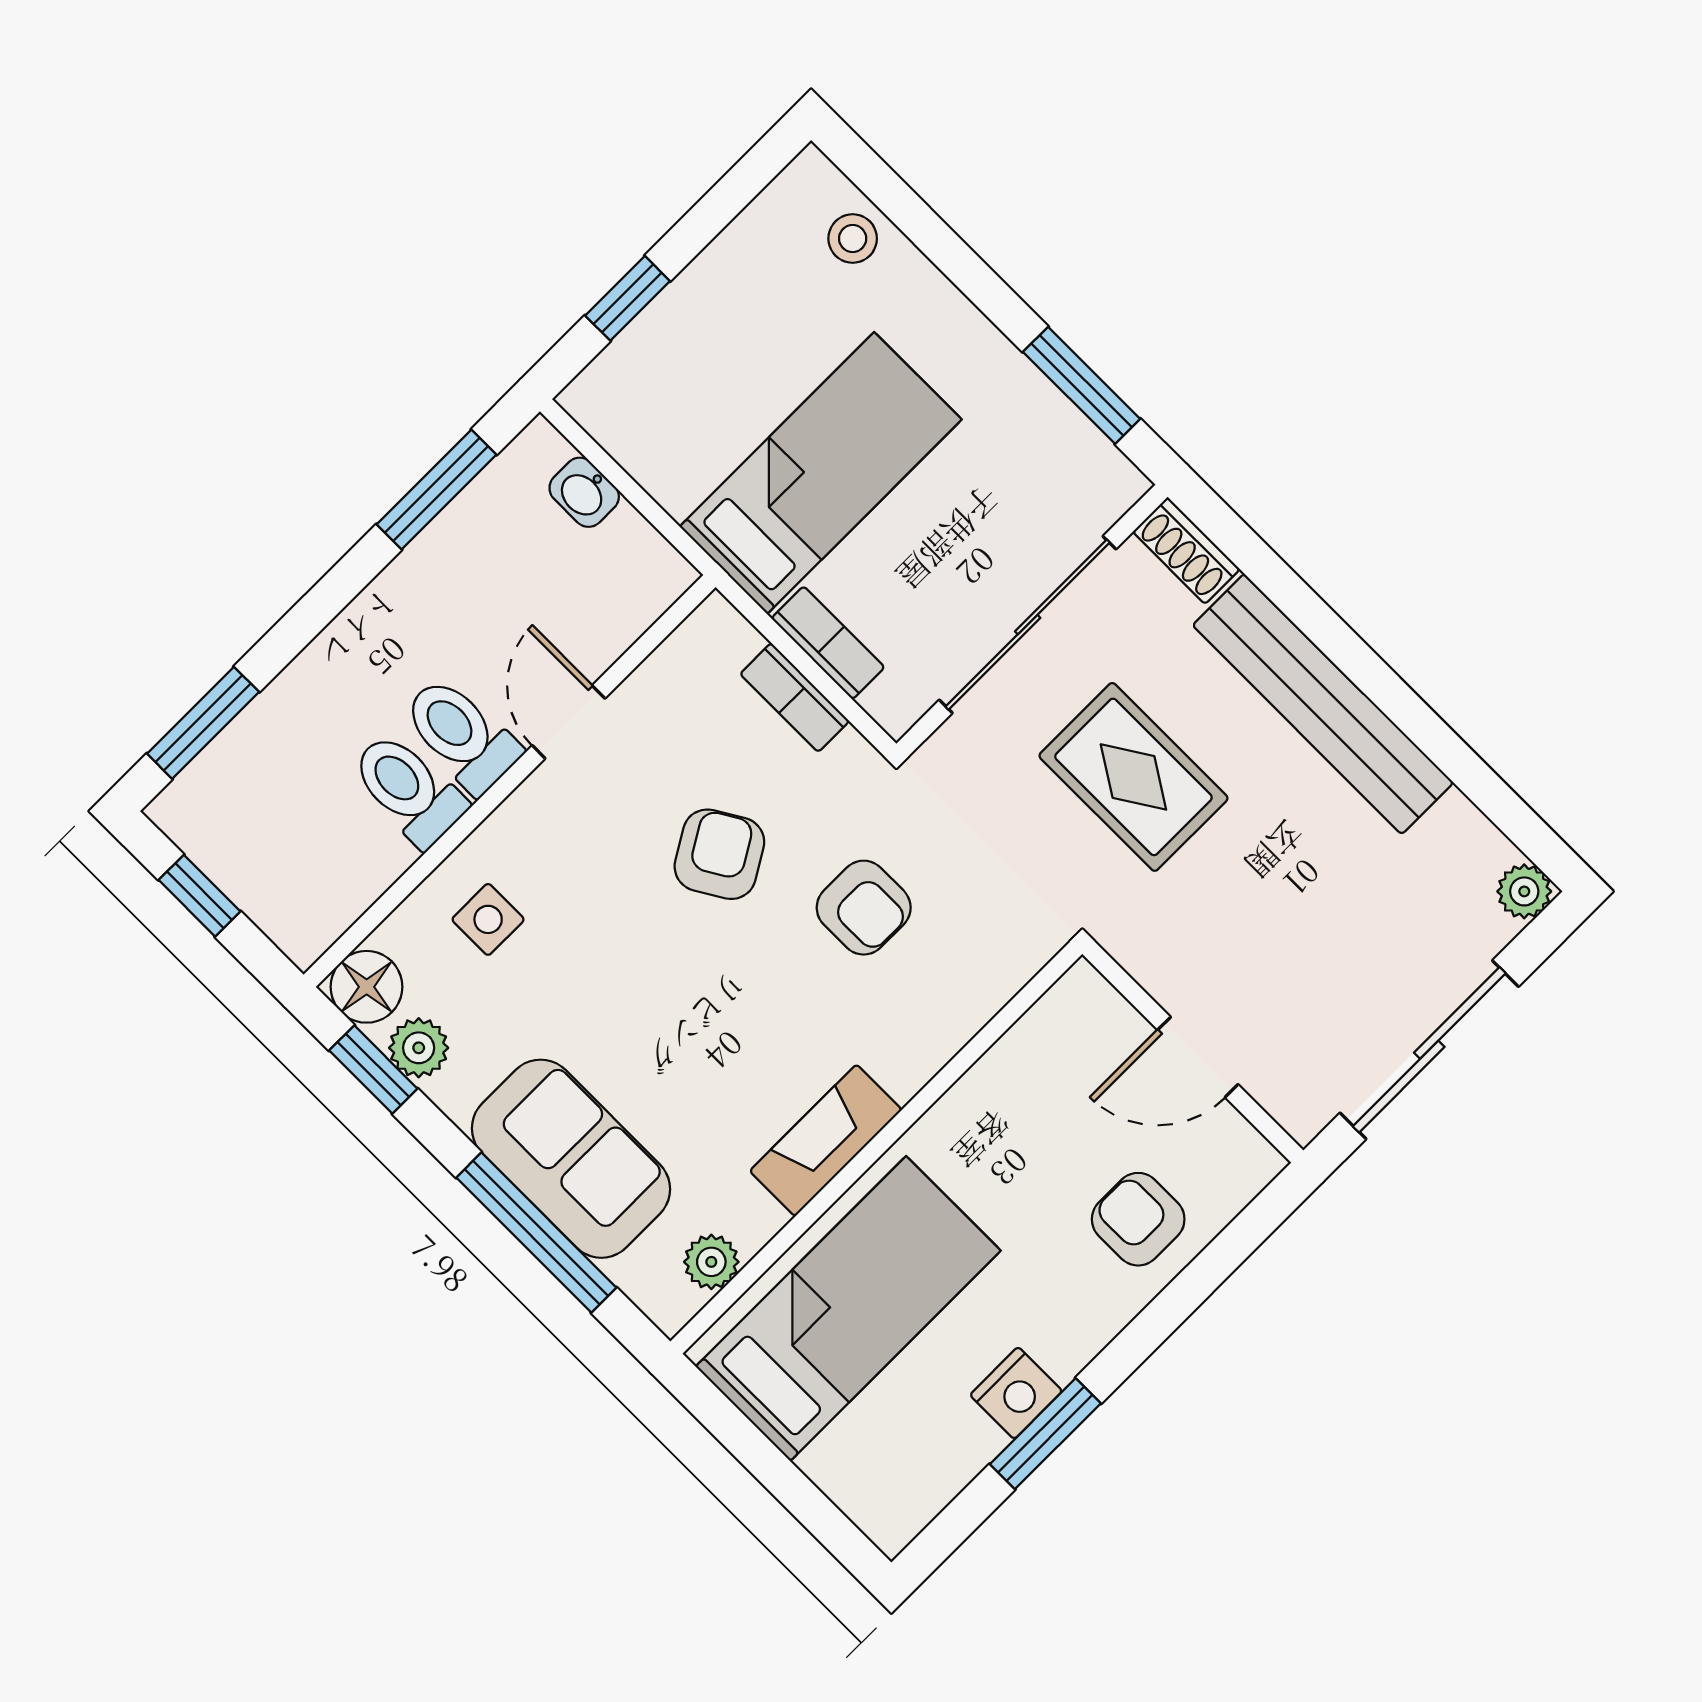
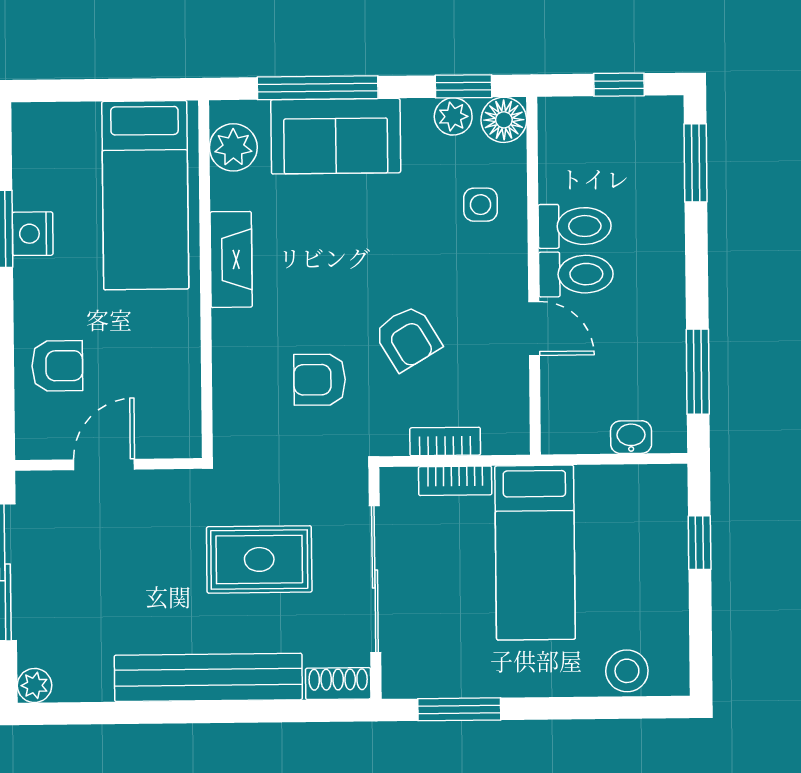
stool: (853, 239) -> (627, 671), width x1.37, depth x1.37
plant: (711, 1262) -> (233, 147), width x1.38, depth x1.38

